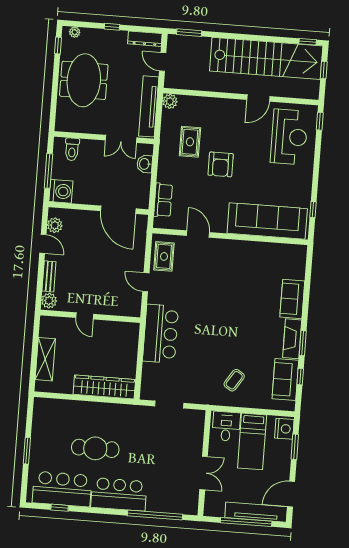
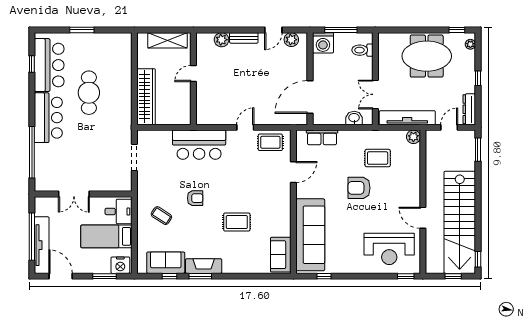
rug: (247, 299) -> (237, 222), added
sofa: (292, 299) -> (281, 255), moved, turned -90
door: (85, 316) -> (193, 74), moved
wall: (90, 316) -> (193, 79), moved
armchair: (218, 342) -> (195, 198), added

